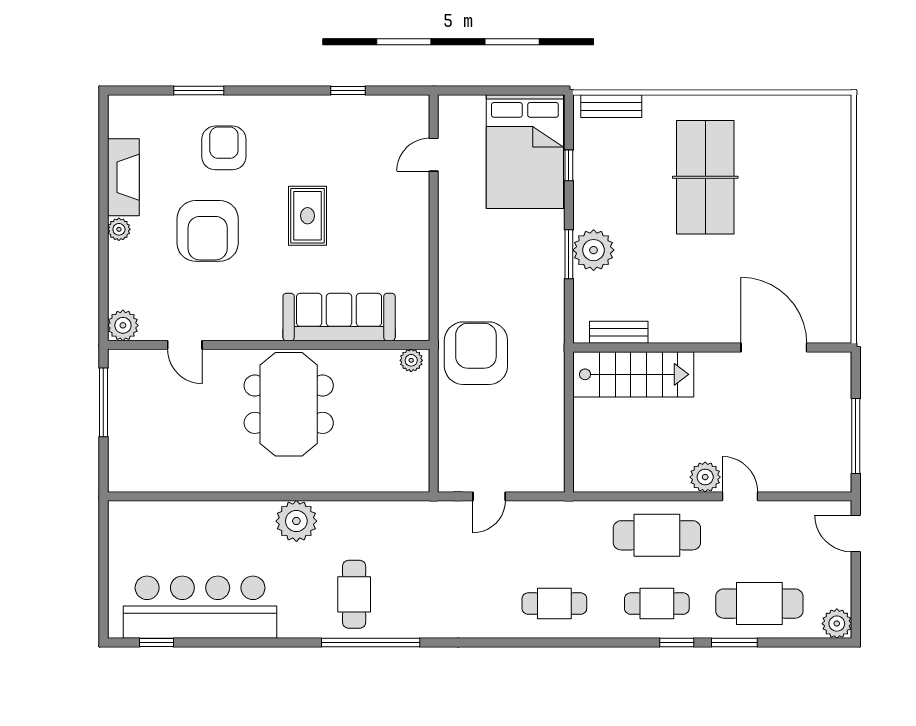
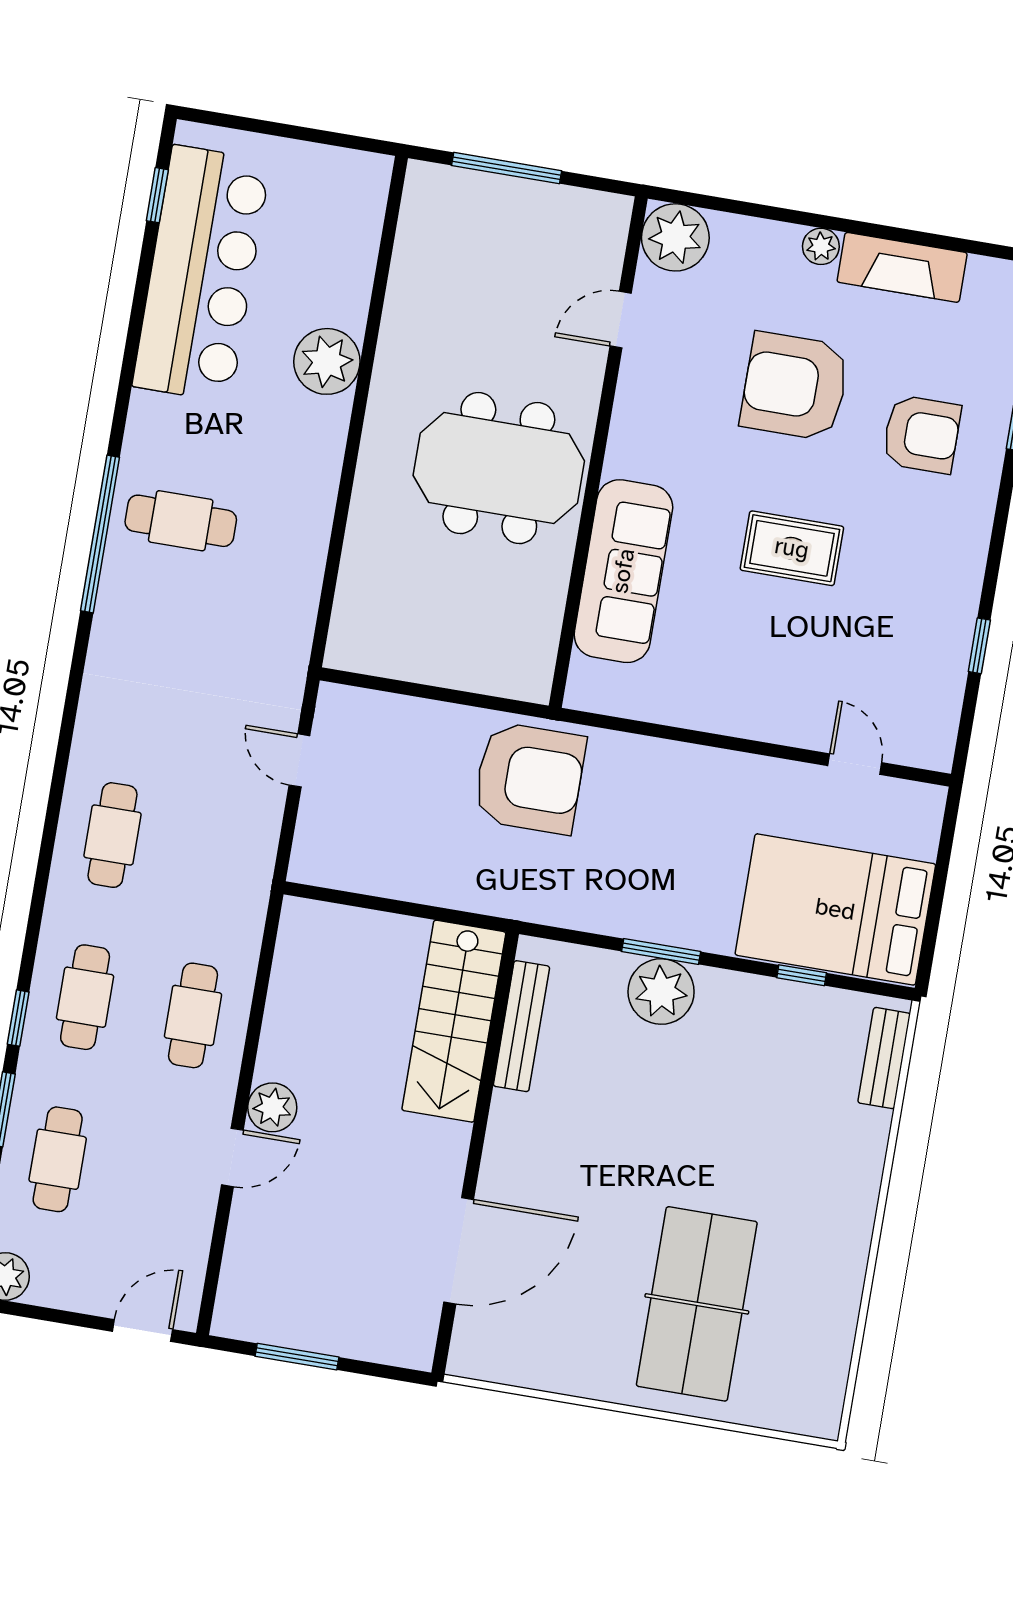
table tennis table: (705, 177) -> (697, 1304), moved, turned 90
plant: (123, 325) -> (675, 237), width x1.36, depth x1.36
bench: (619, 332) -> (521, 1026), width x1.36
plant: (411, 360) -> (536, 674), removed
window: (103, 402) -> (507, 168), moved
window: (856, 436) -> (297, 1357), width x0.69
plant: (296, 521) -> (327, 361), moved
cafe table: (657, 535) -> (193, 1015), width x0.73, depth x0.74
cafe table: (759, 604) -> (58, 1159), width x0.73, depth x0.74

